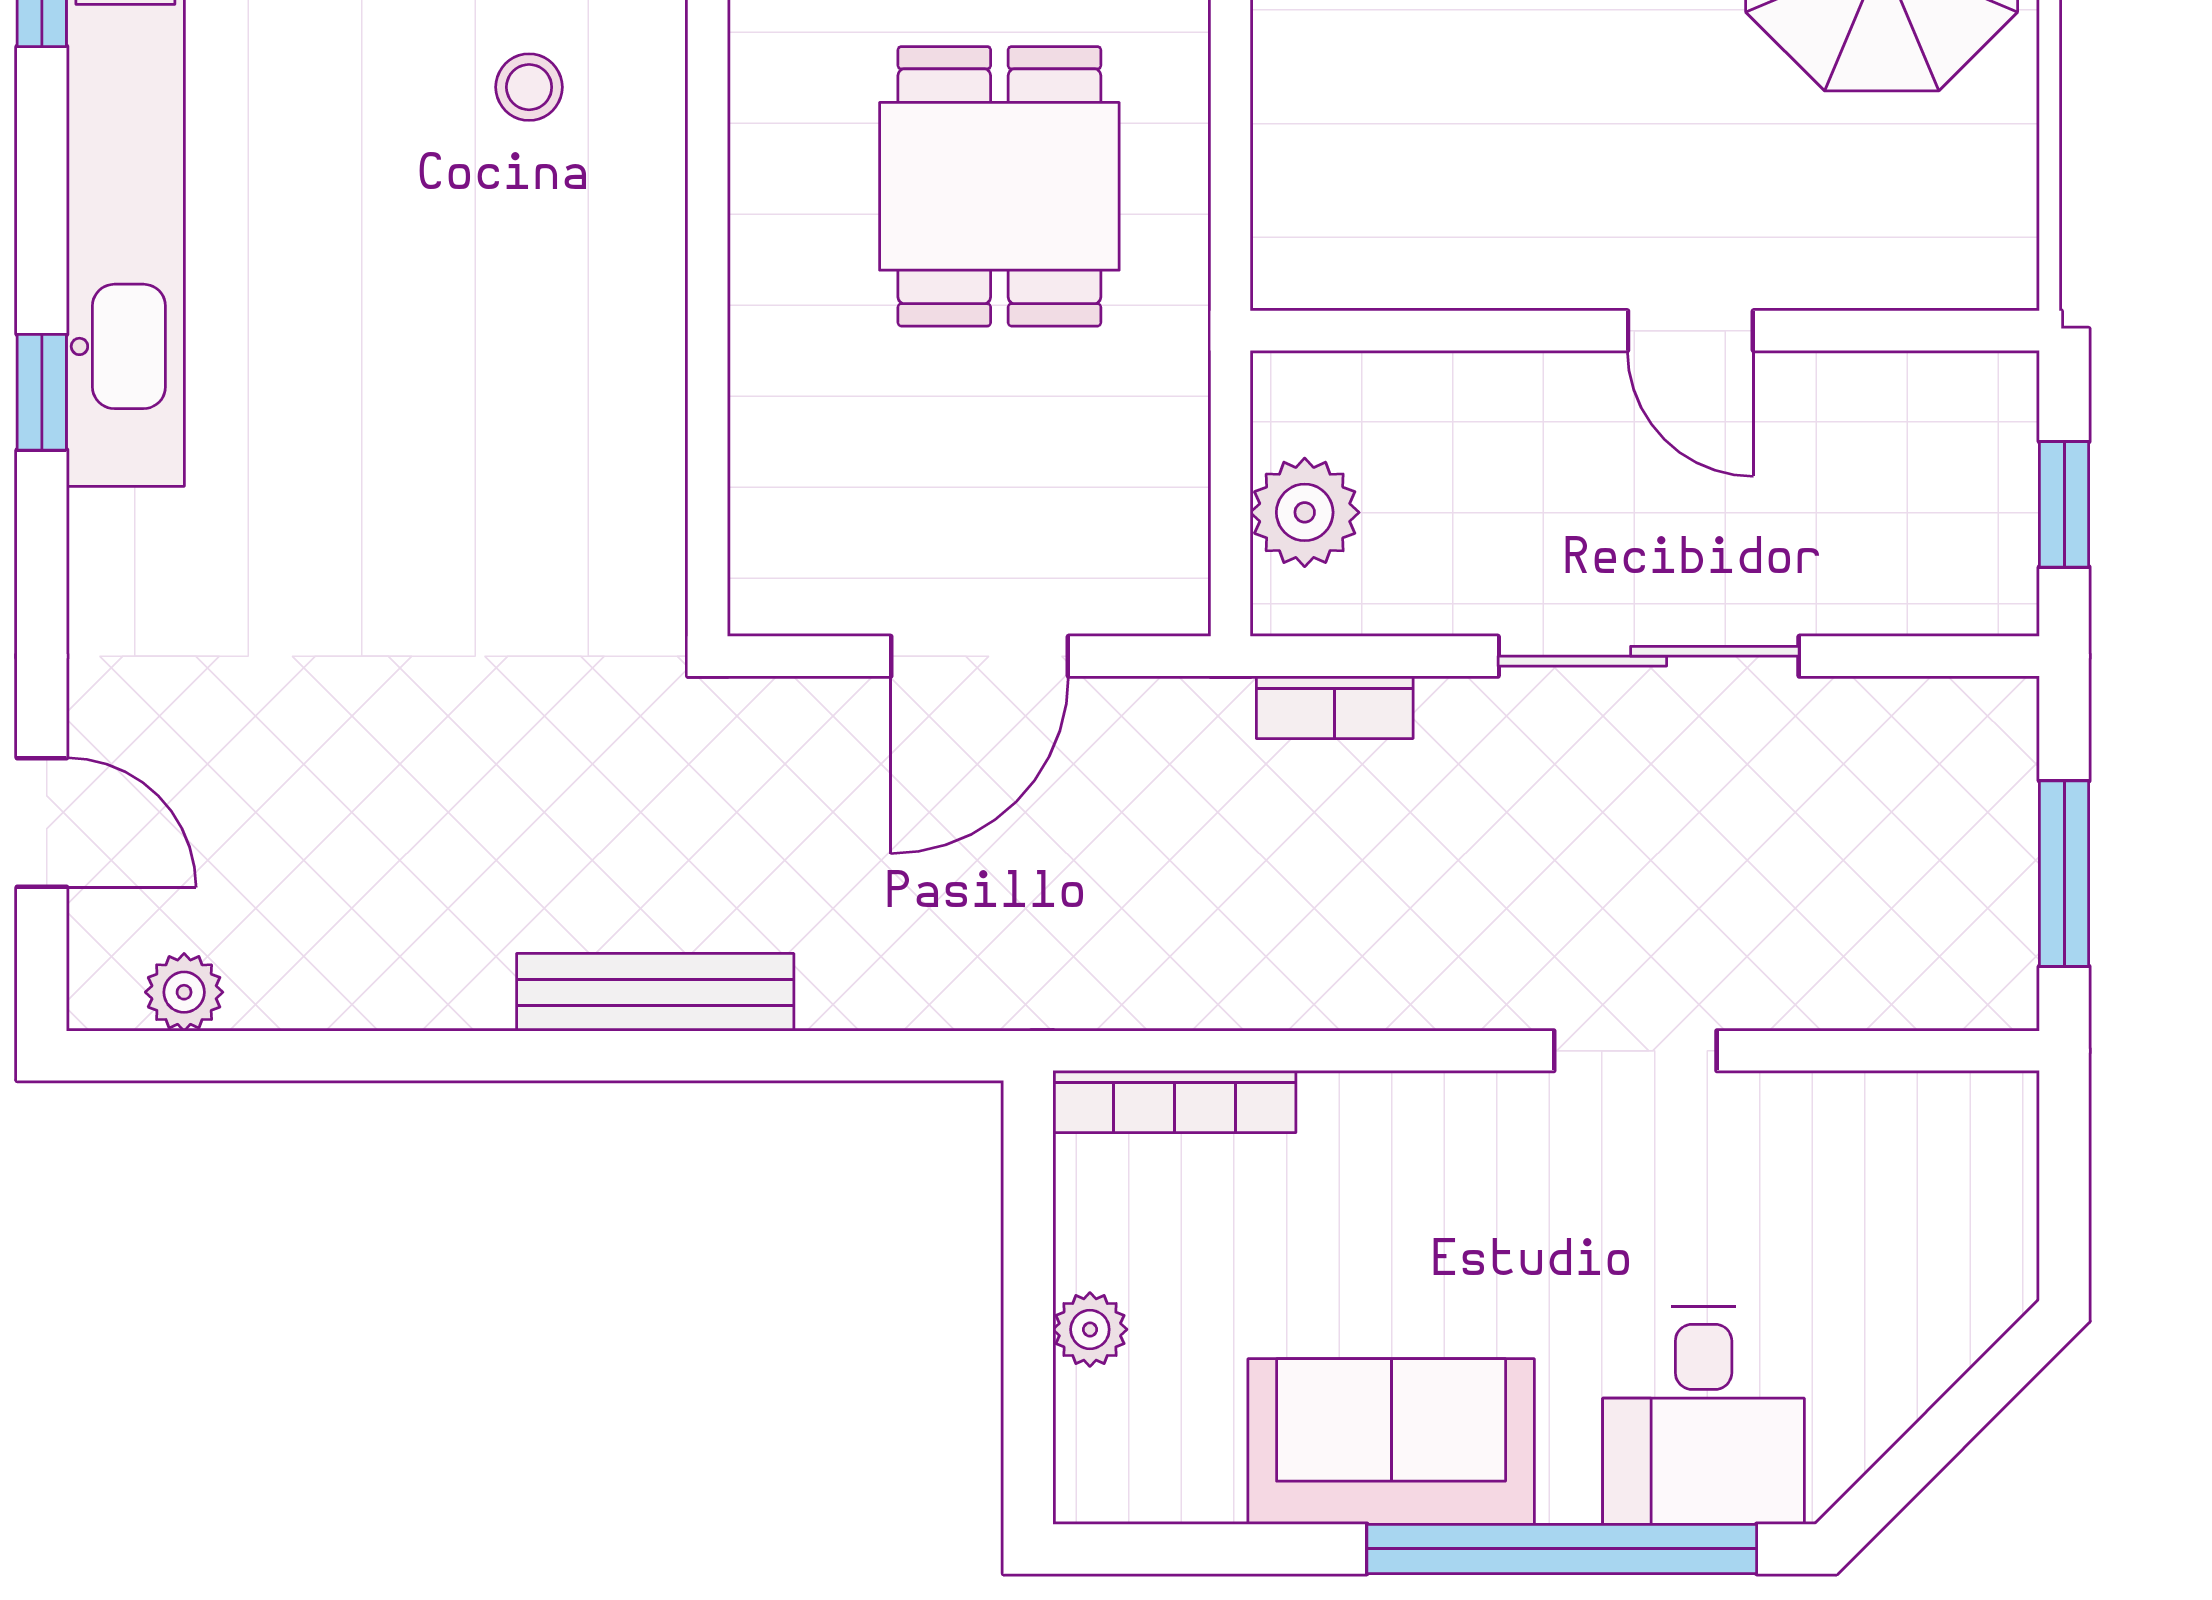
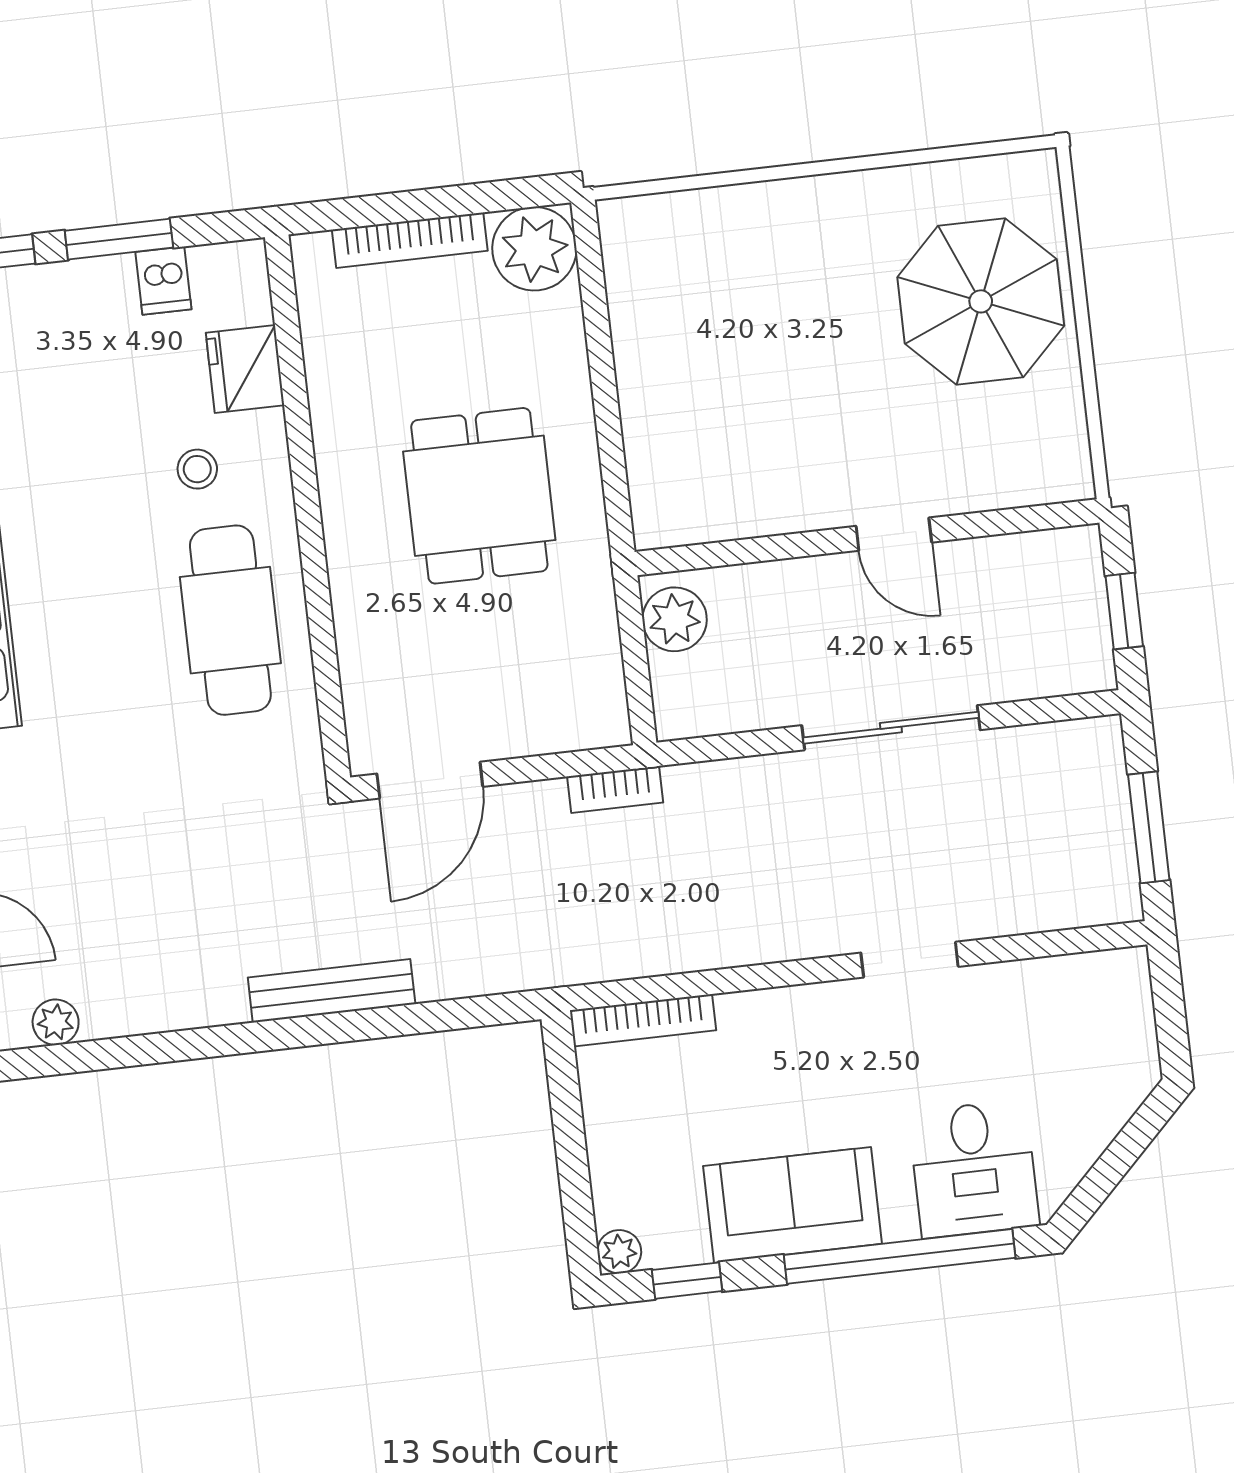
cafe table: (556, 348) -> (230, 620), added
plant: (1305, 512) -> (675, 619), moved
door: (980, 656) -> (430, 780), moved
bookcase: (1335, 707) -> (615, 789), moved
plant: (1090, 1329) -> (619, 1252), moved
window: (1199, 1549) -> (687, 1281), added

